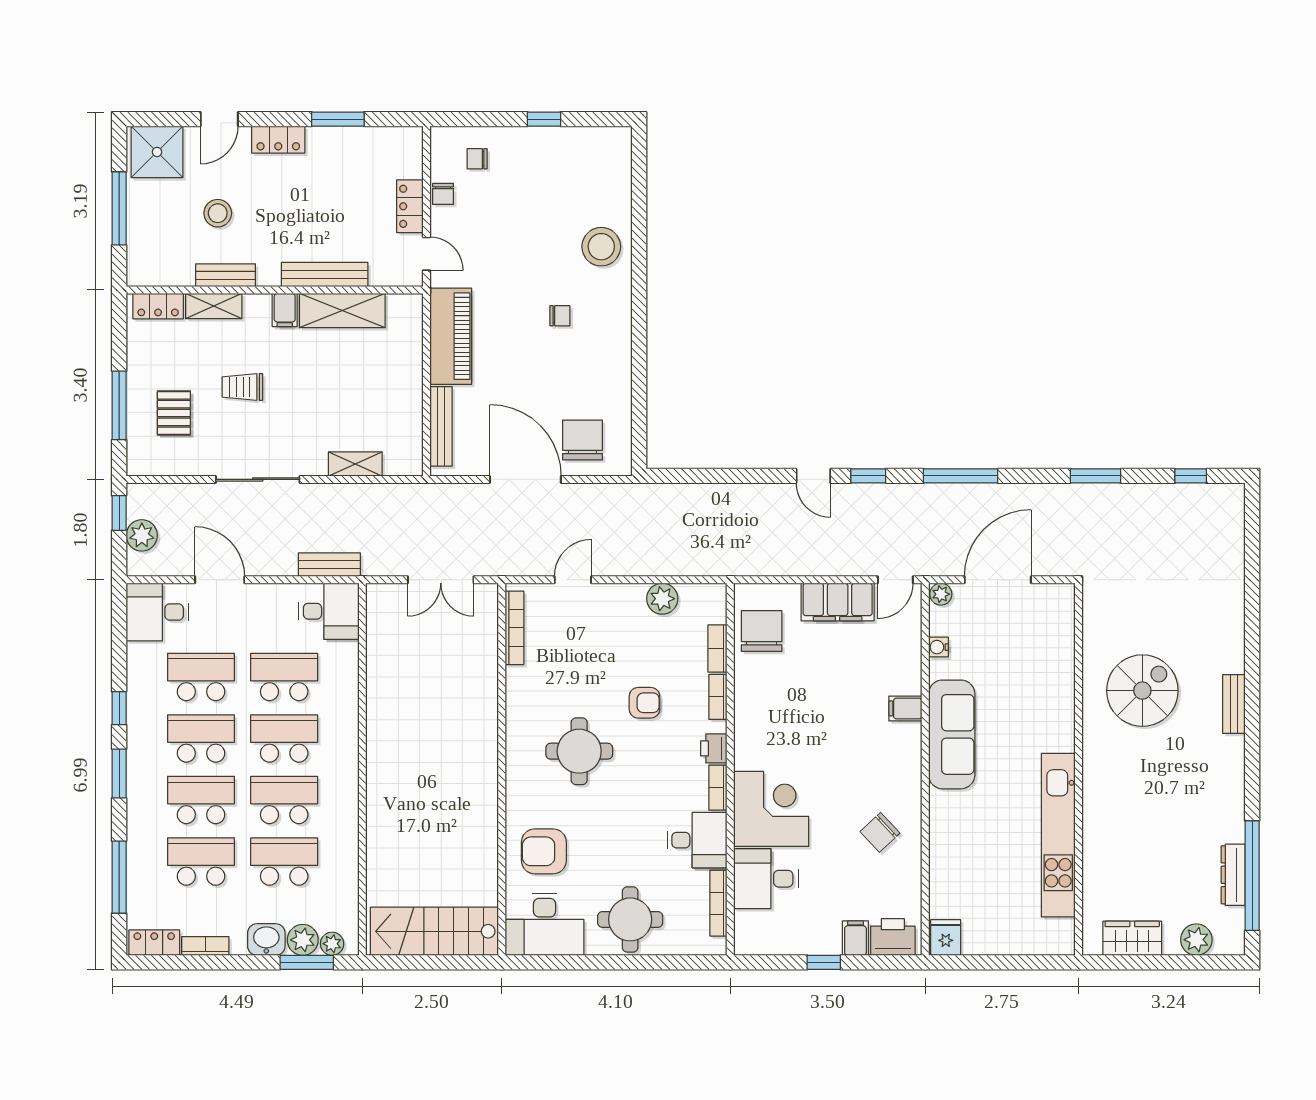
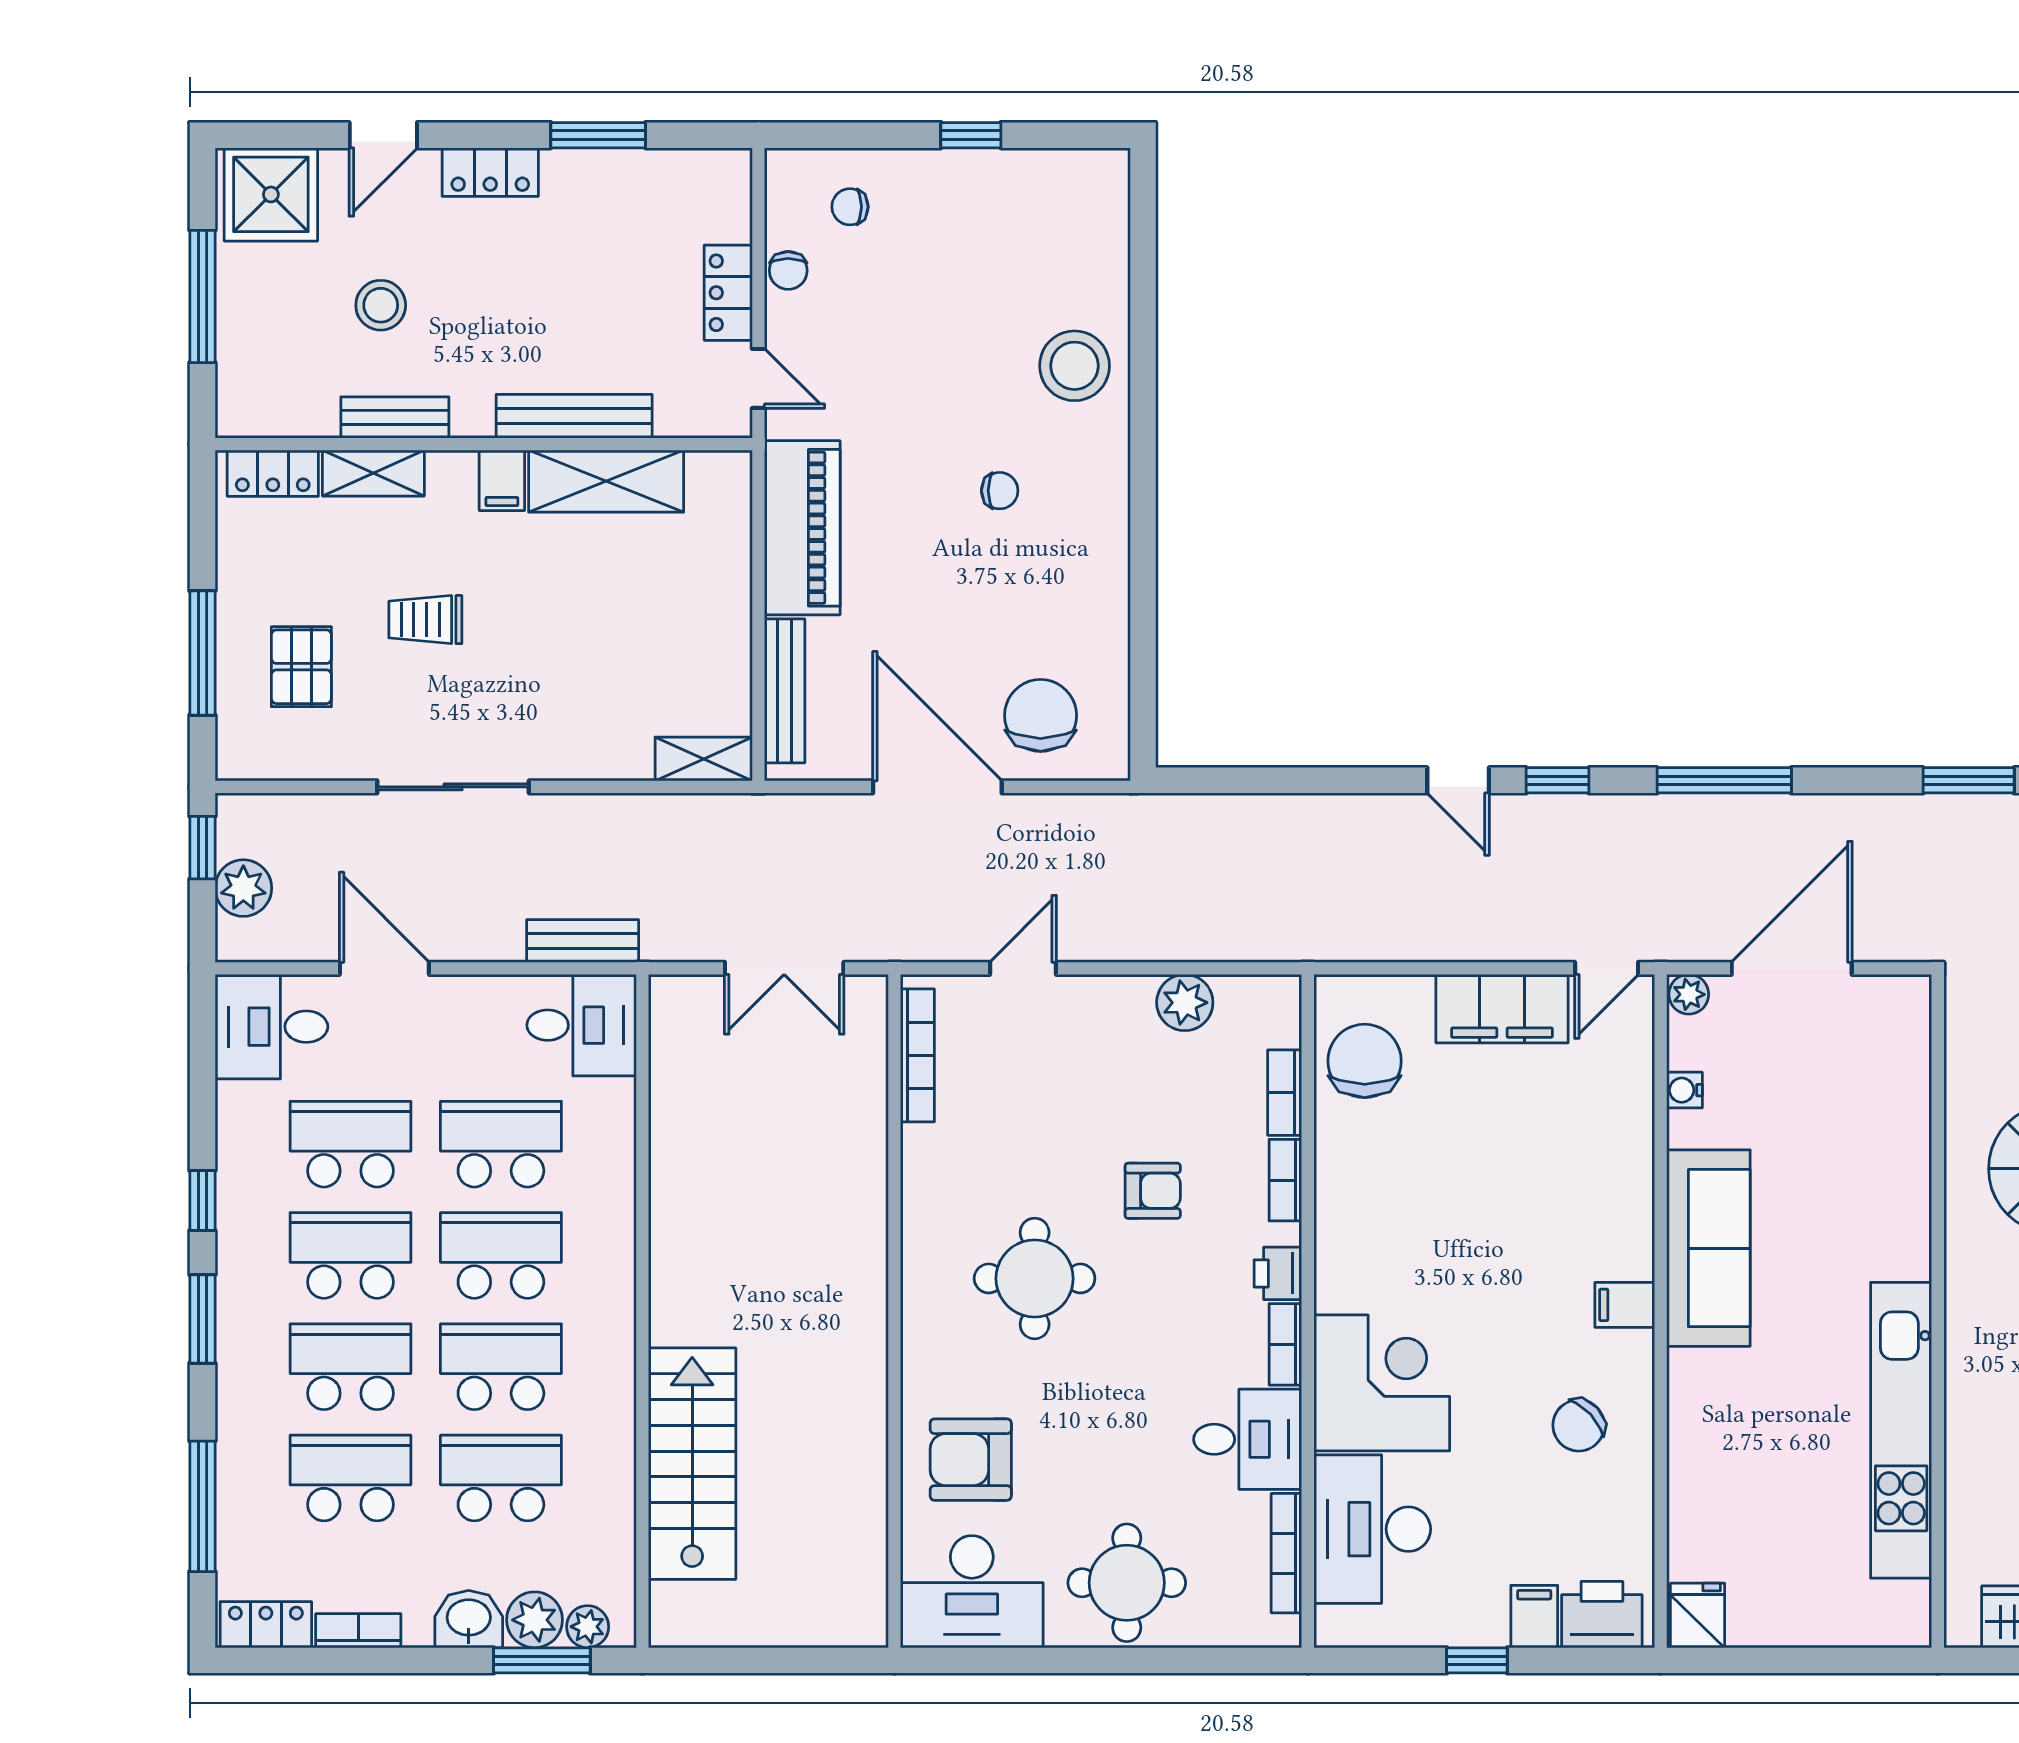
shelving: (355, 464) -> (704, 759), moved
filing cabinet: (905, 708) -> (1625, 1305), moved
desk: (766, 879) -> (1372, 1529), width x1.37
stairs: (434, 931) -> (692, 1464), moved, turned 90

